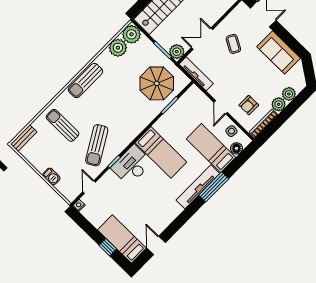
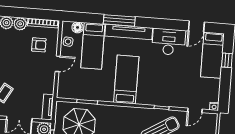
tv unit: (196, 74) -> (48, 107), width x0.71
desk: (132, 165) -> (169, 42), moved, turned 180

